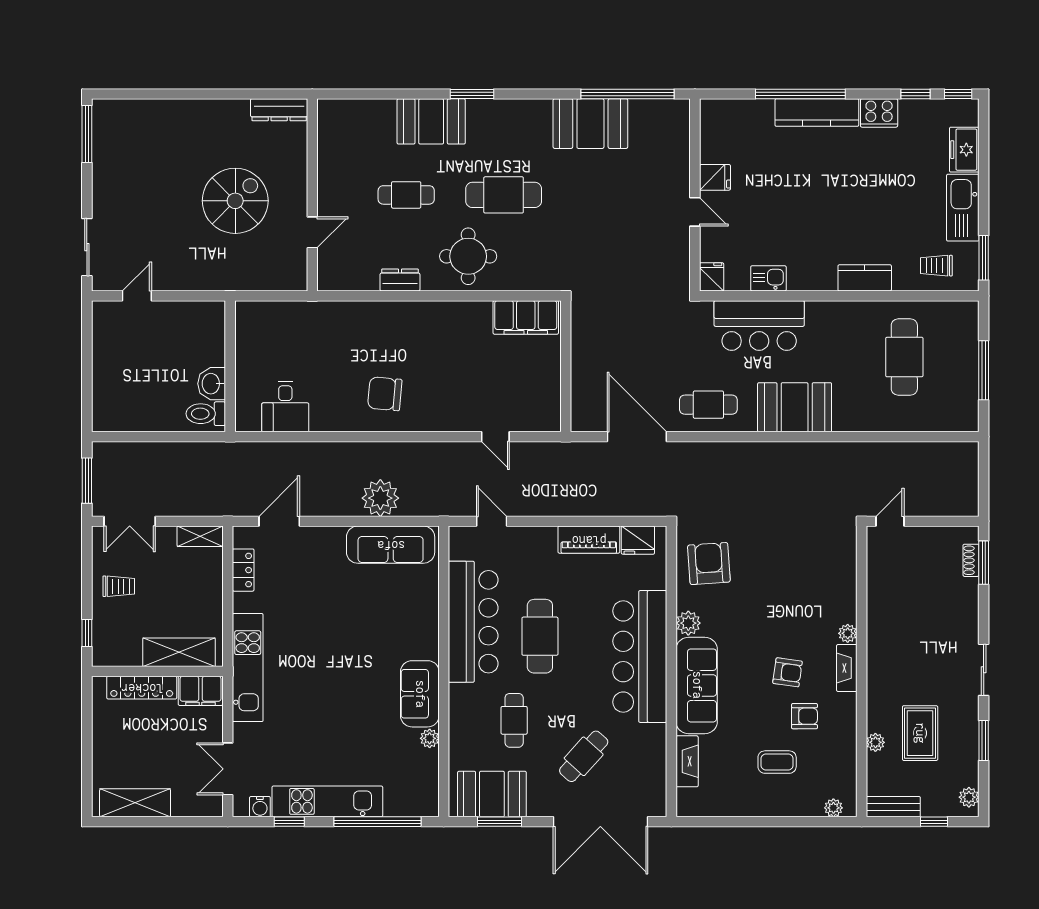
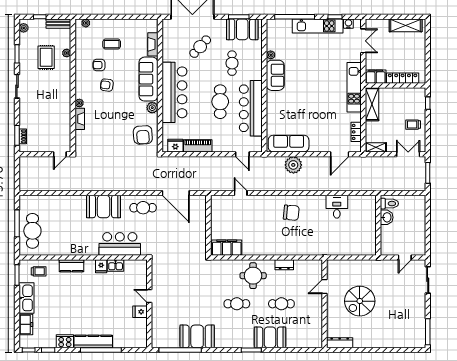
cafe table: (504, 195) -> (237, 304), width x0.73, depth x0.74
fridge: (712, 277) -> (101, 266), moved
cafe table: (904, 357) -> (32, 231), moved
wall: (230, 366) -> (378, 225), moved
washbasin: (212, 384) -> (387, 217), moved
toilet: (206, 414) -> (389, 204), moved
shelving: (179, 652) -> (372, 104), moved, turned 90
fireplace: (847, 668) -> (80, 119), moved

